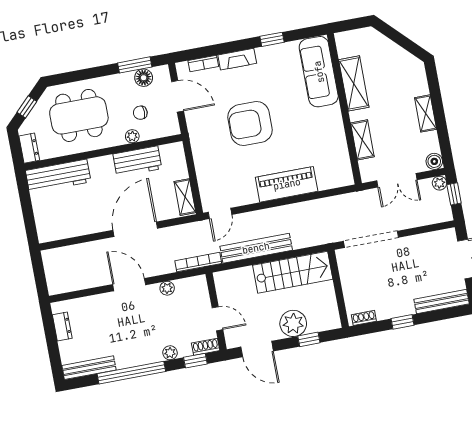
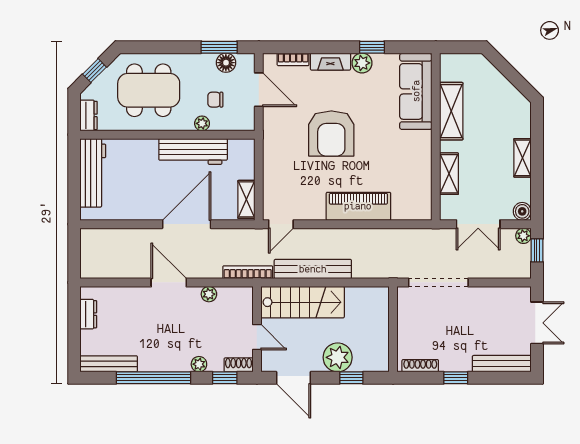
plant: (266, 55) -> (362, 63), added
armchair: (250, 124) -> (331, 133), turned -90
workbench: (137, 161) -> (193, 151), width x1.38
workbench: (58, 176) -> (93, 173), moved, turned -90
stairs: (293, 272) -> (303, 302), moved
shoe rack: (364, 318) -> (420, 366), width x1.43

